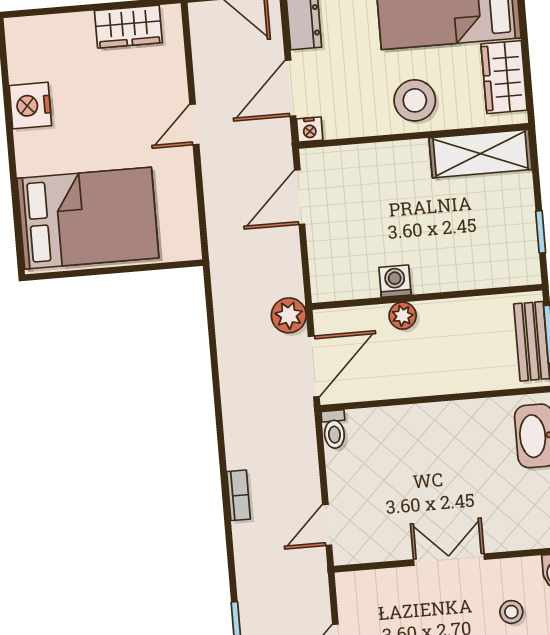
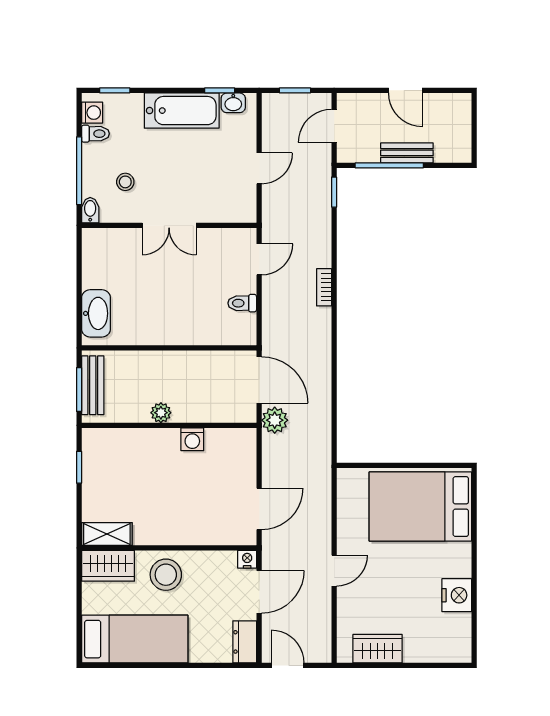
wardrobe: (504, 77) -> (108, 566), moved, turned 90
shelving: (481, 154) -> (107, 534), width x0.67, depth x0.75
plant: (403, 316) -> (161, 413), moved
door: (314, 367) -> (259, 380), swing flipped
toilet: (334, 429) -> (242, 303), moved, turned -90

